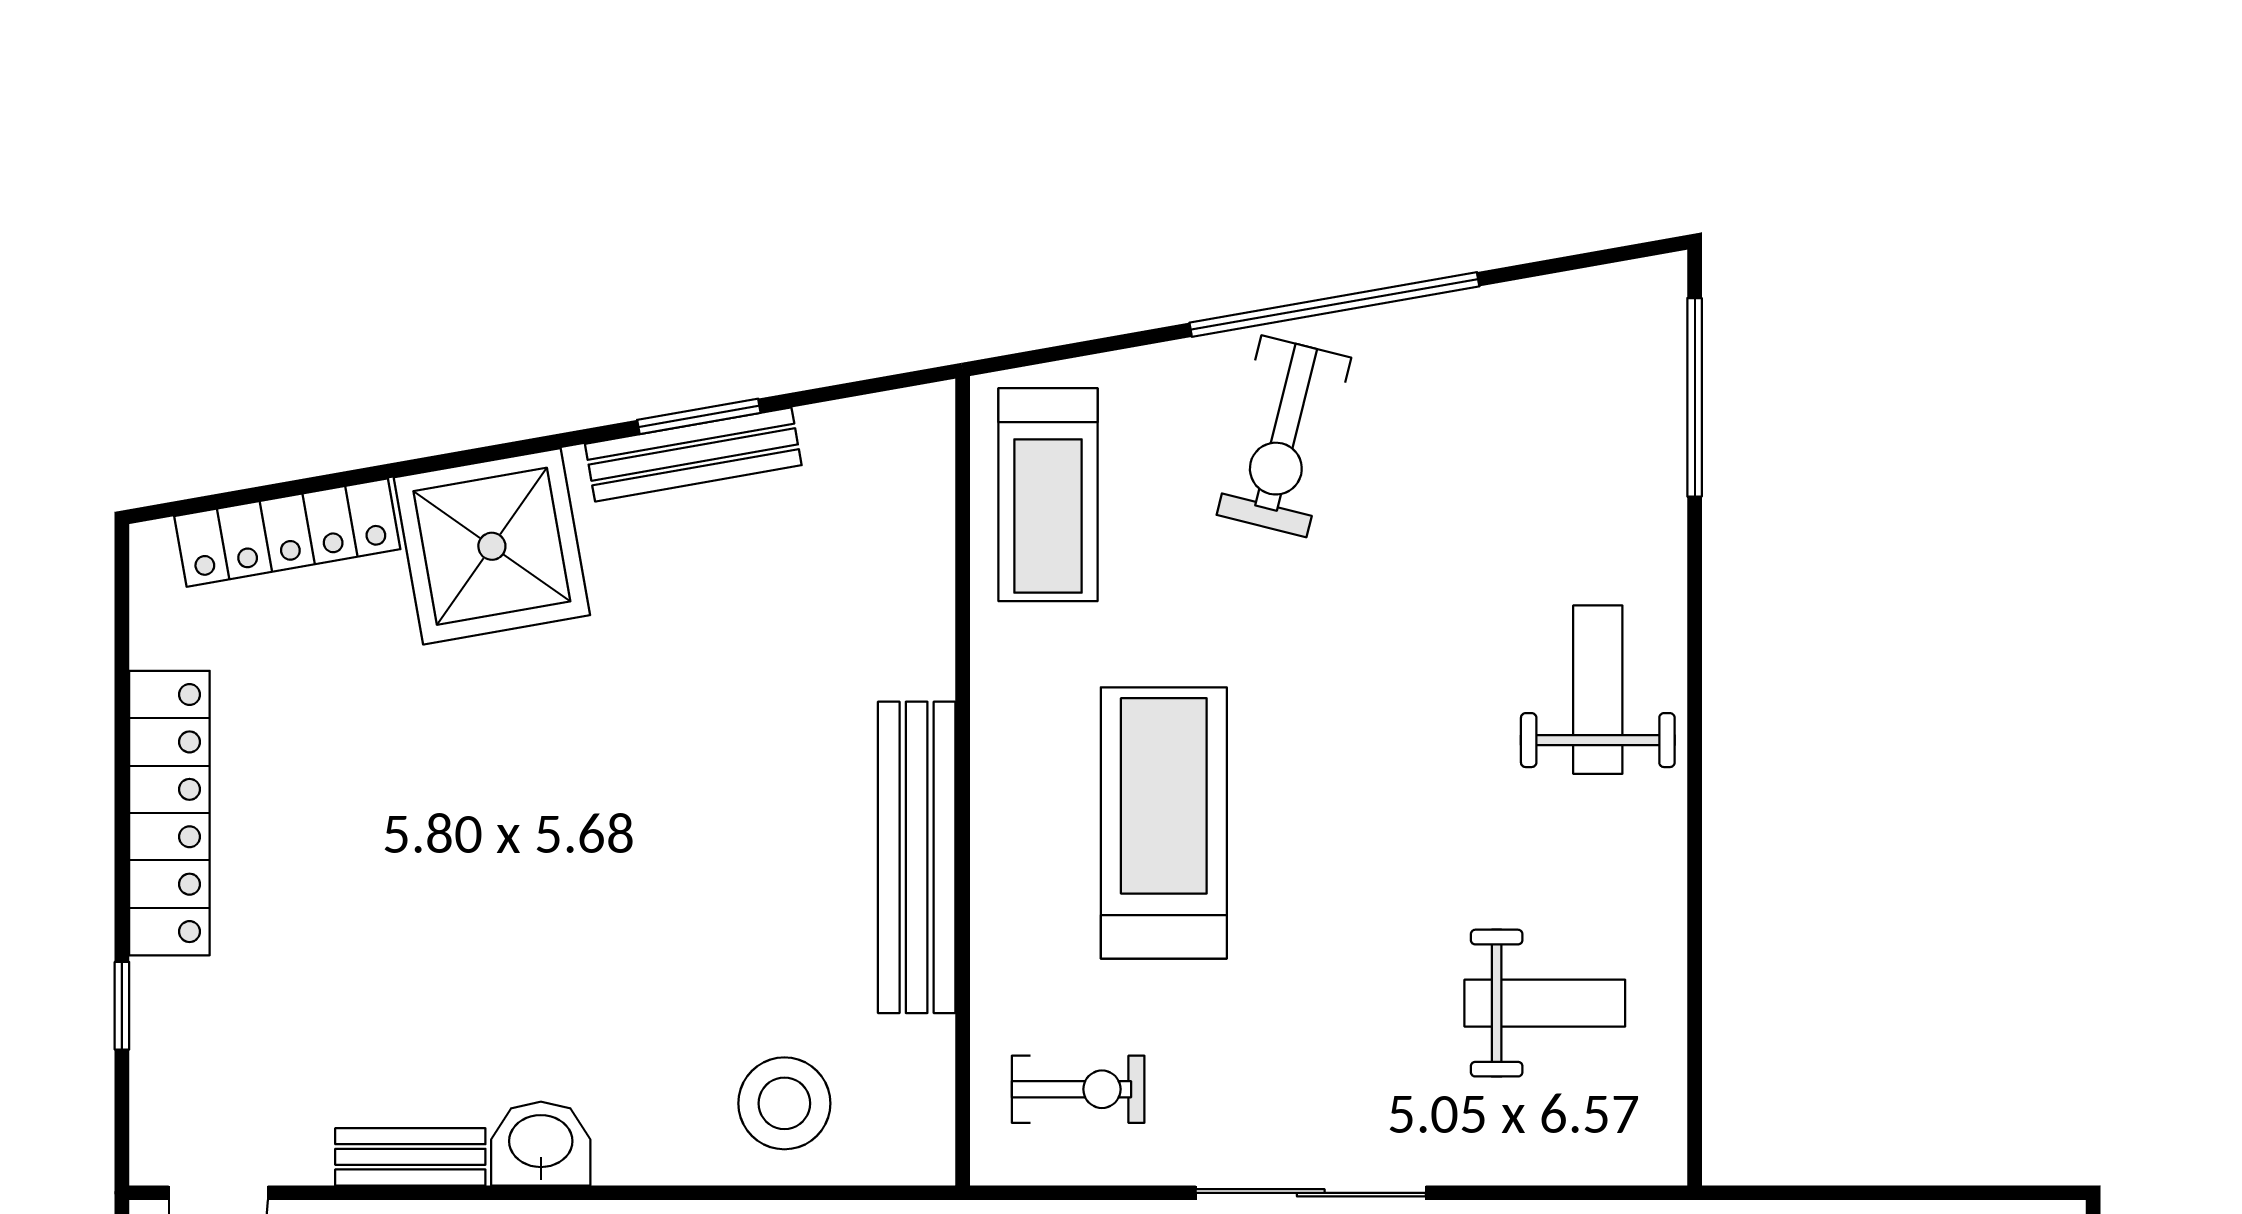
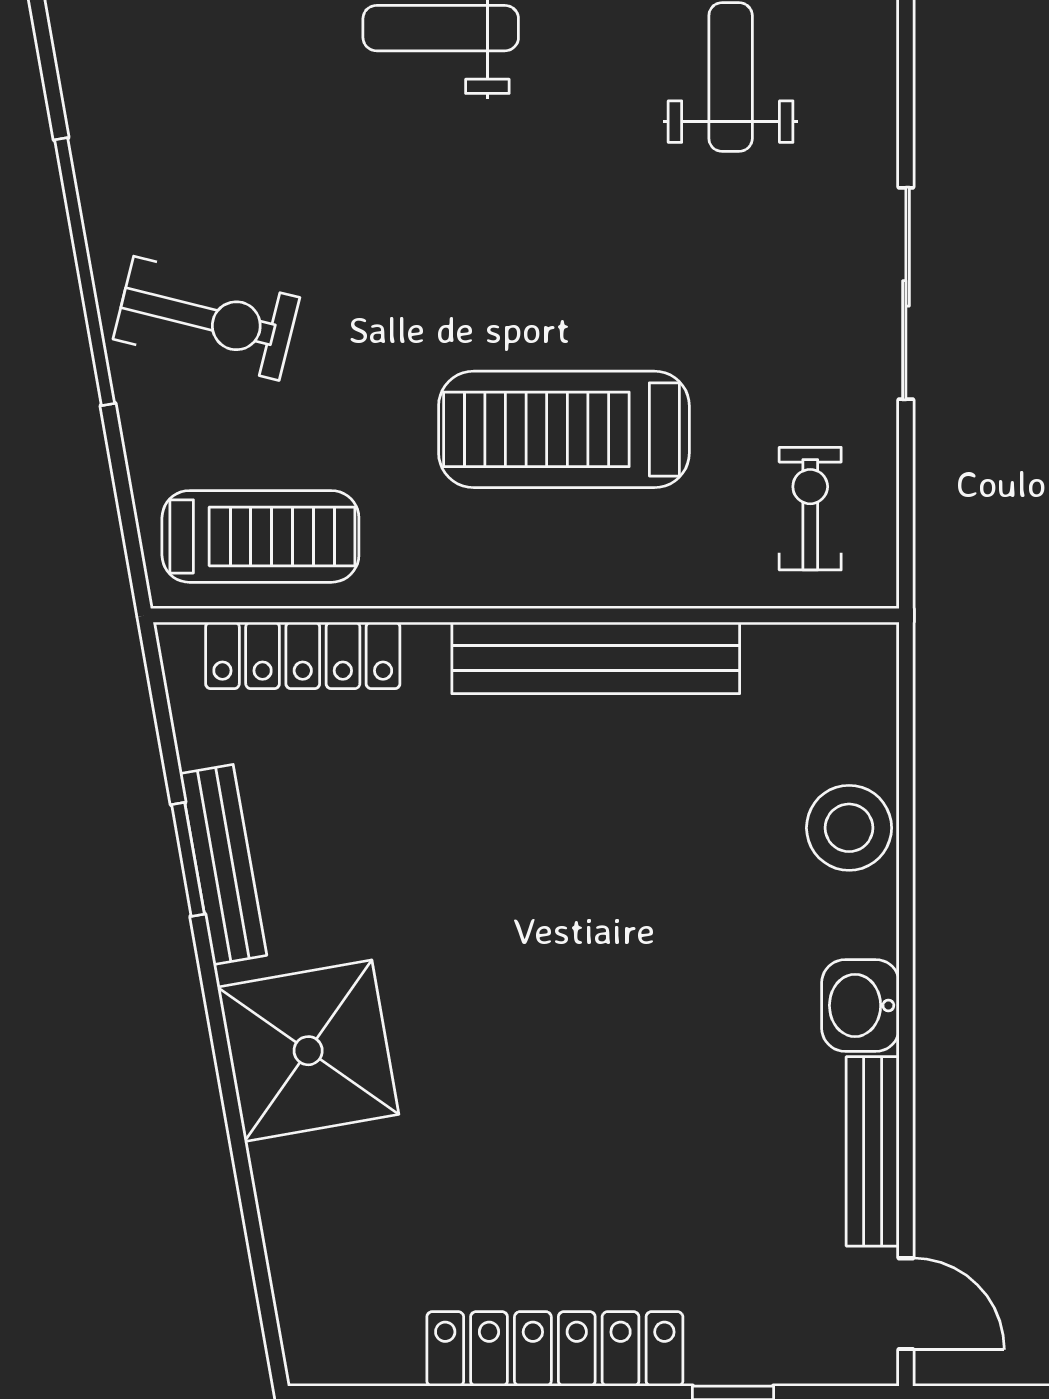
locker: (287, 533) -> (303, 655), moved, turned 100
stool: (784, 1103) -> (849, 828), moved
bench: (410, 1157) -> (873, 1151), width x1.36

